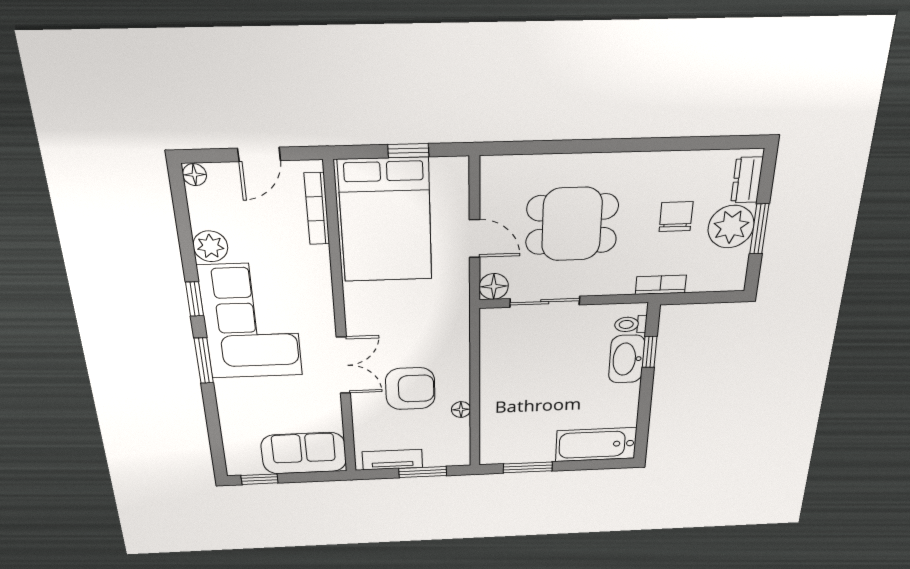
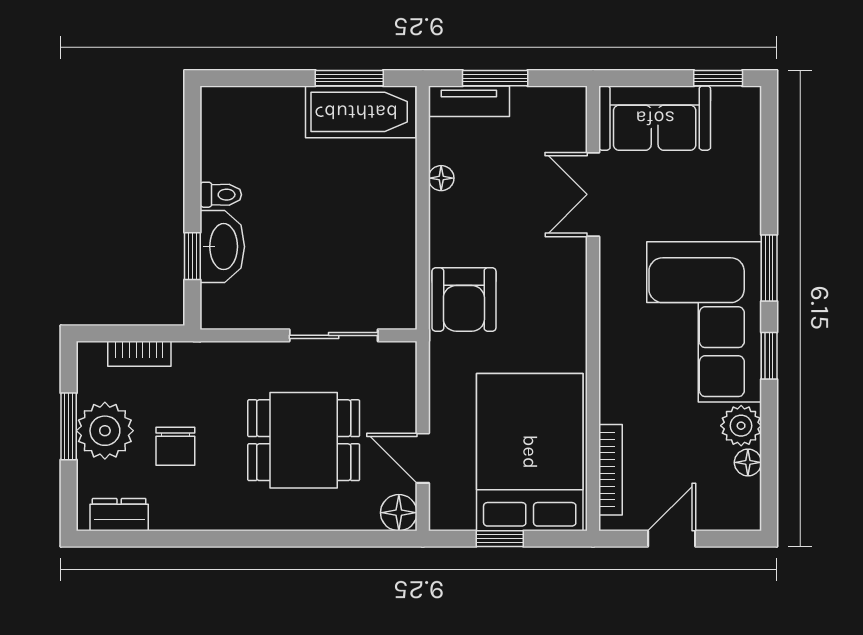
floor lamp: (194, 175) -> (748, 462), moved
dresser: (747, 180) -> (119, 515), moved, turned -90
door: (475, 238) -> (423, 458), moved
bookcase: (661, 285) -> (139, 354), moved
floor lamp: (494, 286) -> (399, 513), moved
toilet: (631, 324) -> (221, 195), moved
double door: (343, 365) -> (593, 194), moved
armchair: (410, 389) -> (464, 299), moved, turned -90
bathtub: (596, 445) -> (361, 112), moved
tv unit: (392, 460) -> (469, 101), moved

